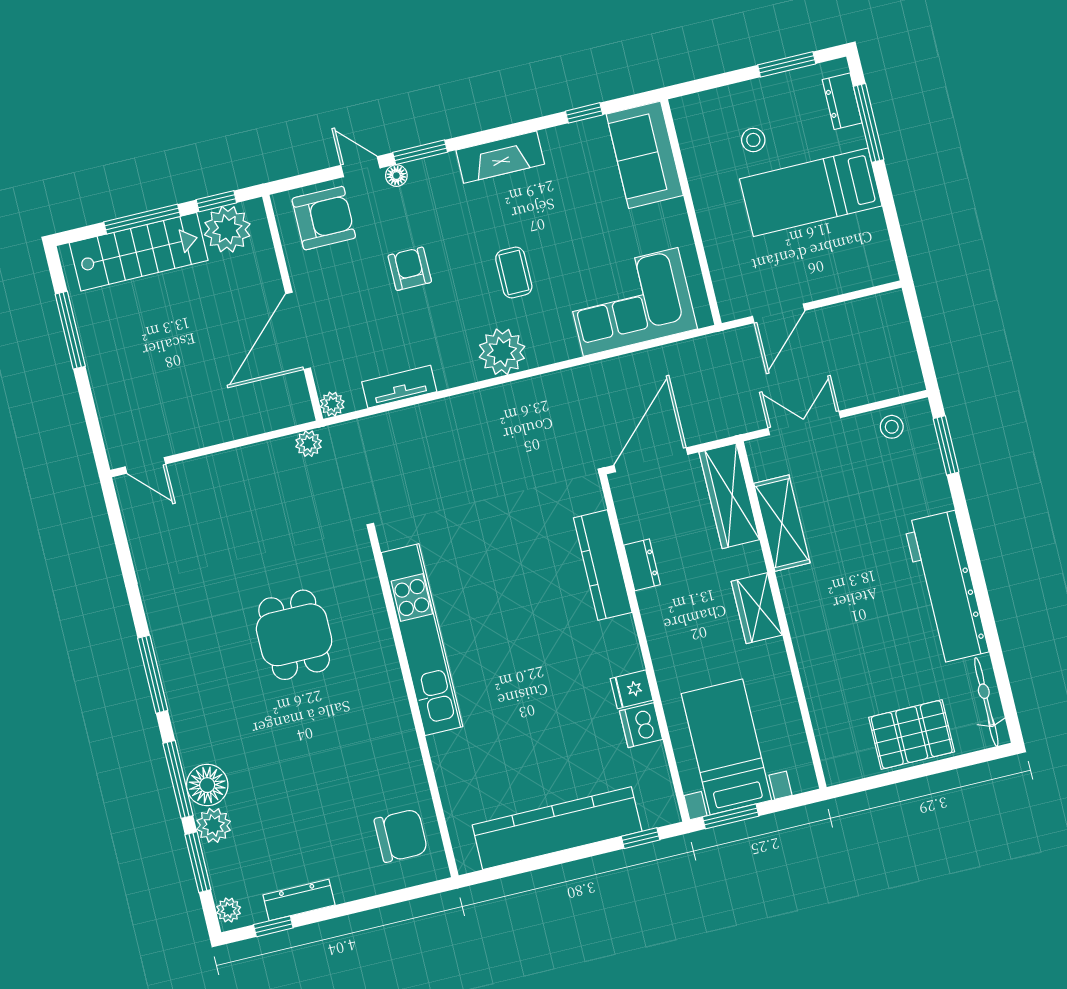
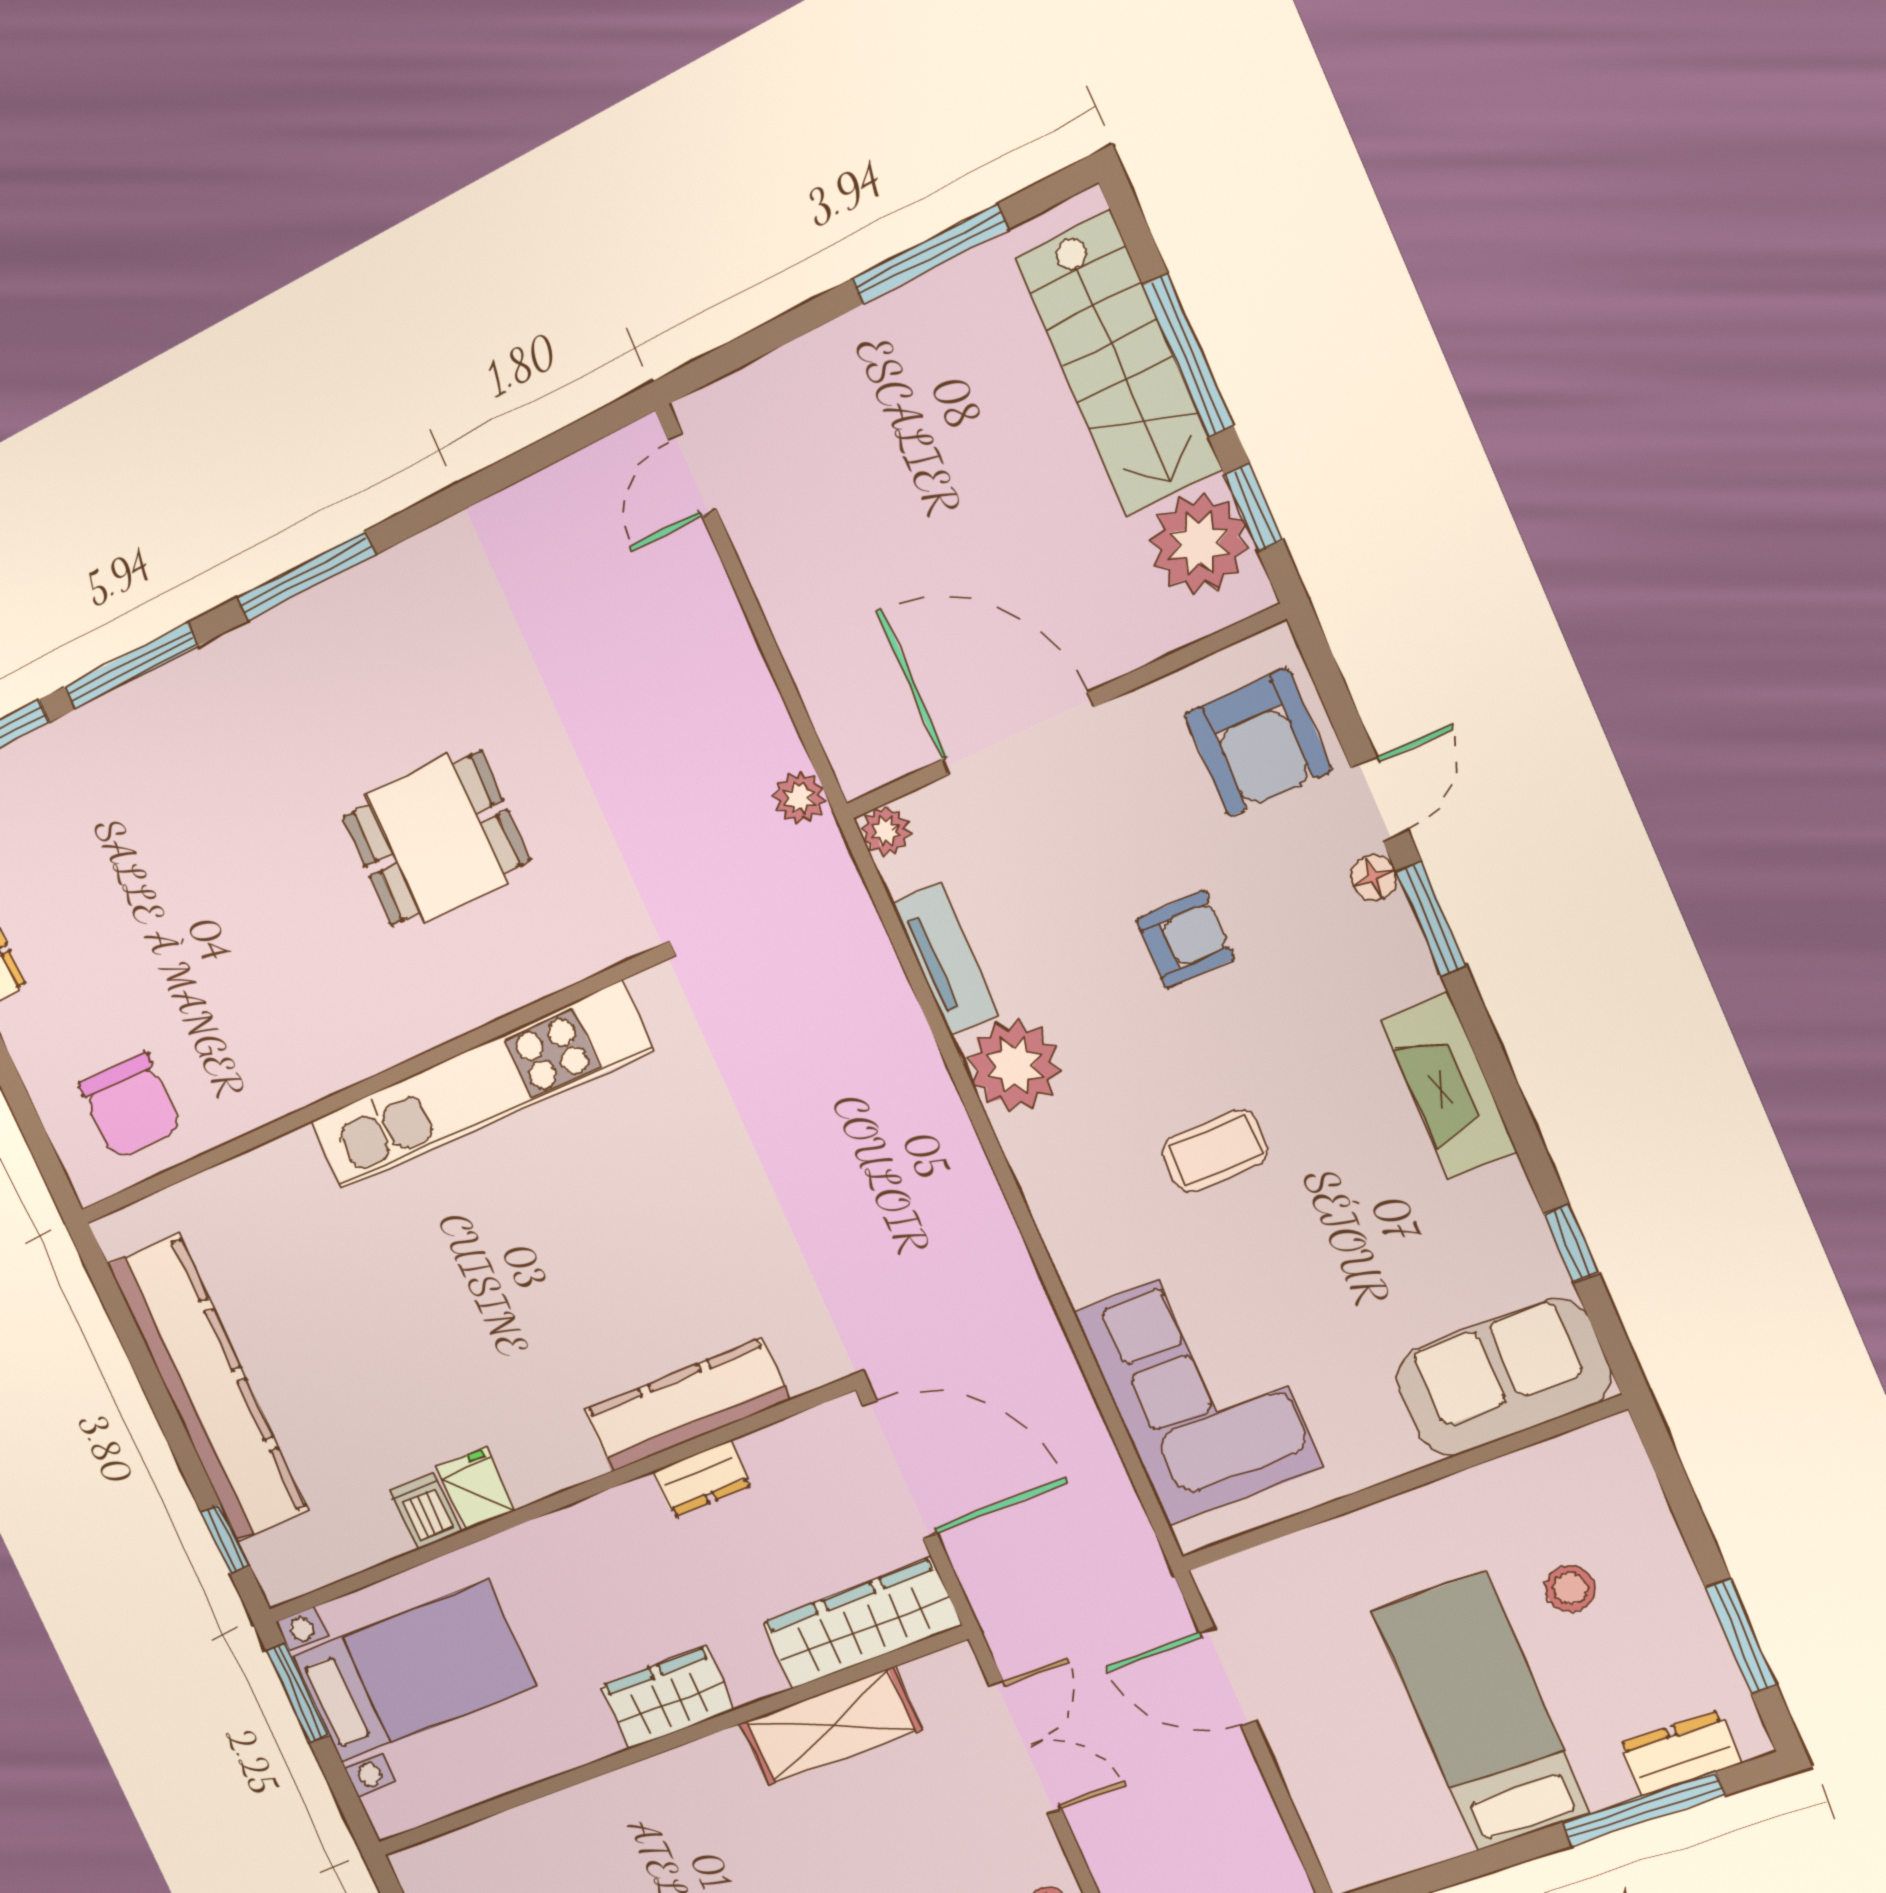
plant: (502, 352) -> (1014, 1066), moved
dishwasher: (641, 725) -> (426, 1511), width x0.73
floor lamp: (207, 785) -> (134, 725), removed
plant: (214, 825) -> (67, 752), removed

